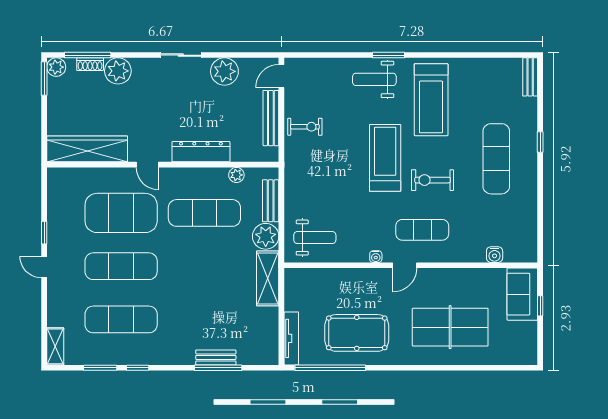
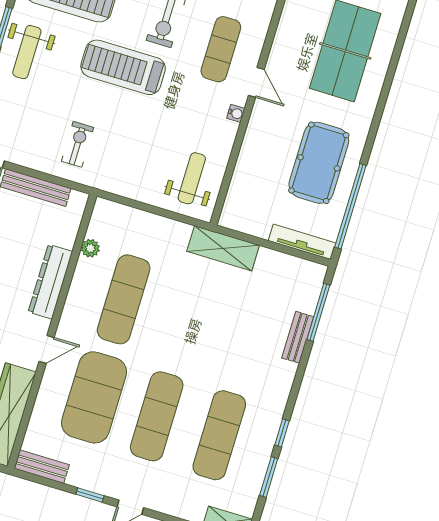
exercise bike: (305, 127) -> (78, 144), moved
bench: (271, 201) -> (42, 467), moved
plant: (266, 236) -> (173, 236), removed
window: (218, 368) -> (318, 312), moved

